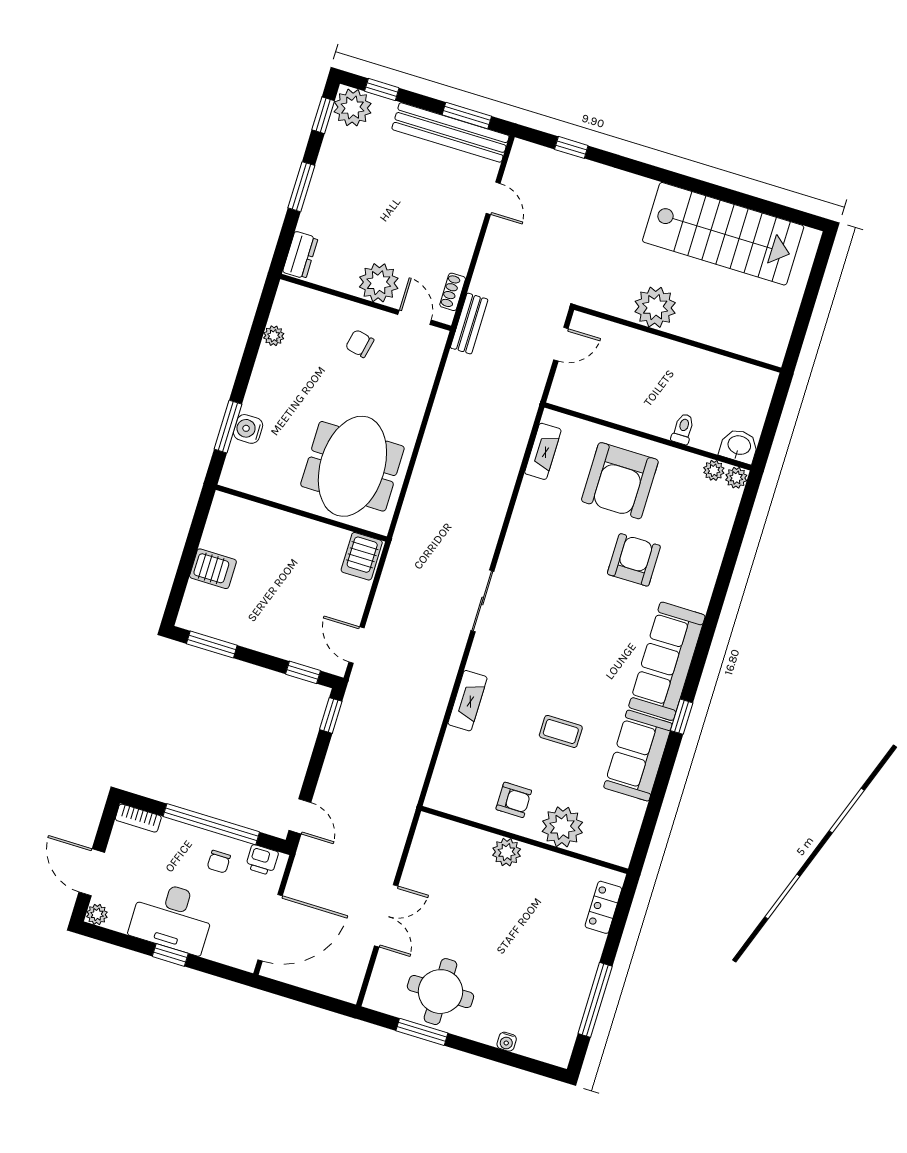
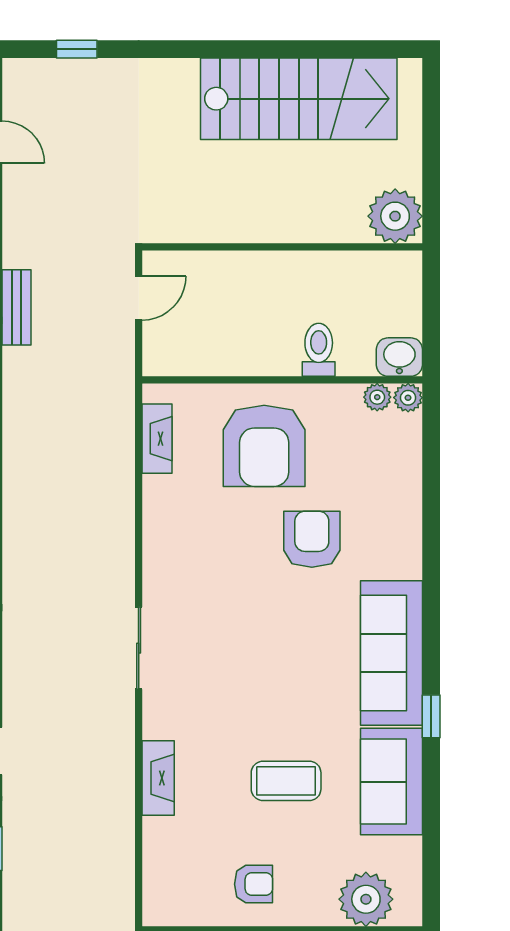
plant: (655, 307) -> (395, 216), moved
toilet: (683, 429) -> (319, 350), width x1.37, depth x1.39
coffee table: (561, 731) -> (286, 781), width x1.36, depth x1.30
plant: (562, 827) -> (366, 899), moved

